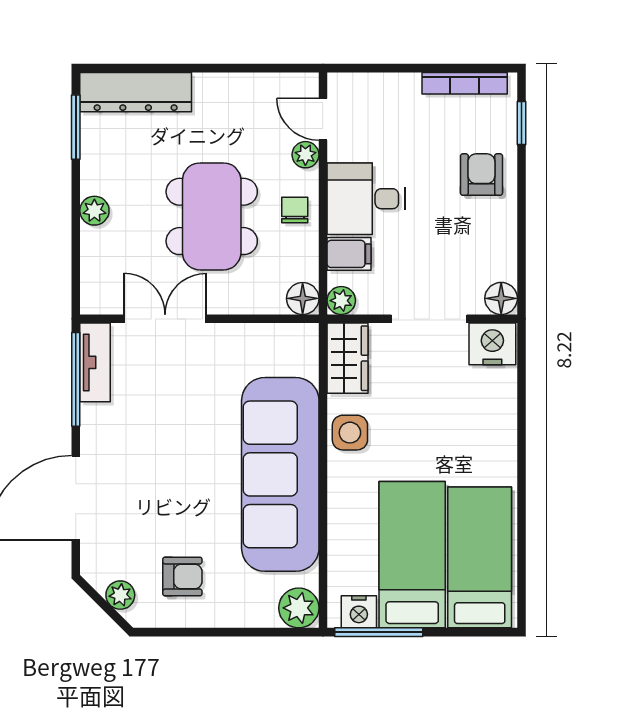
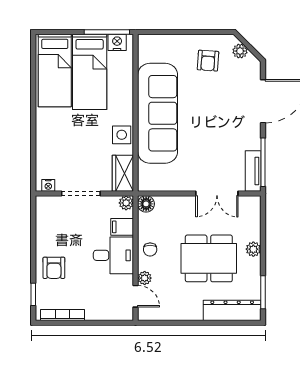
dining table: (212, 216) -> (209, 258), moved, turned 90
floor lamp: (501, 298) -> (44, 204), removed
nightstand: (492, 344) -> (48, 185), width x0.53, depth x0.56
armchair: (182, 577) -> (208, 61), turned -86
plant: (299, 608) -> (148, 44), removed

